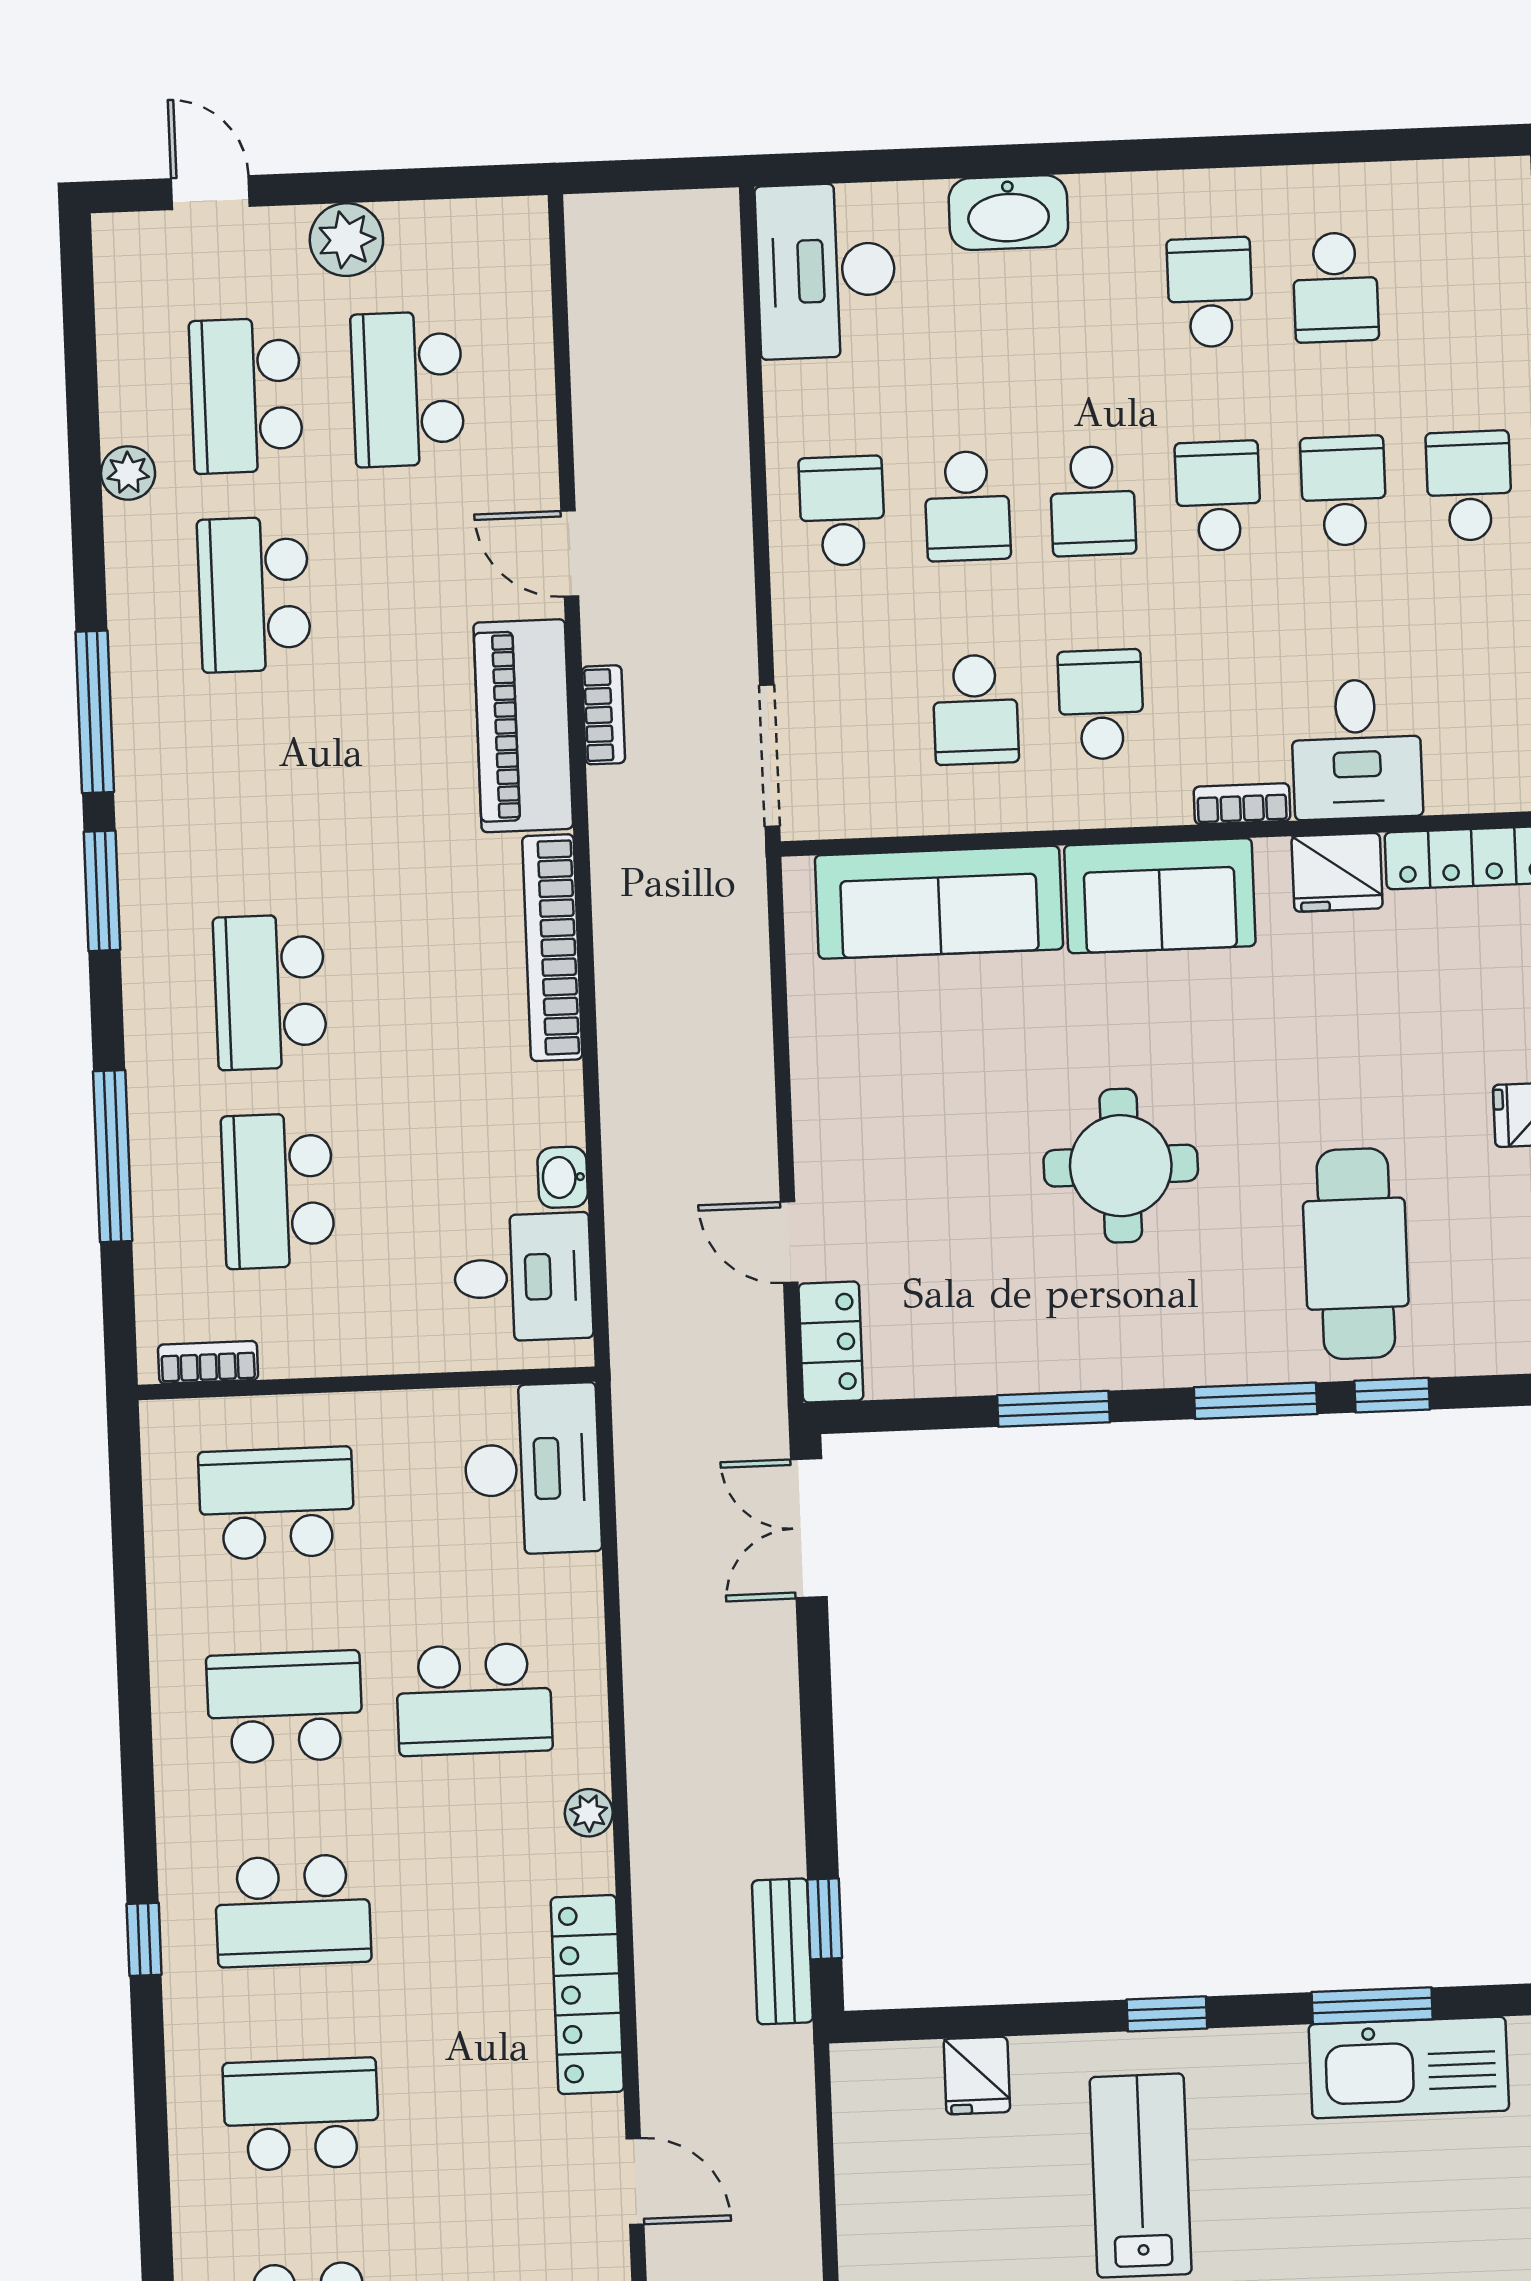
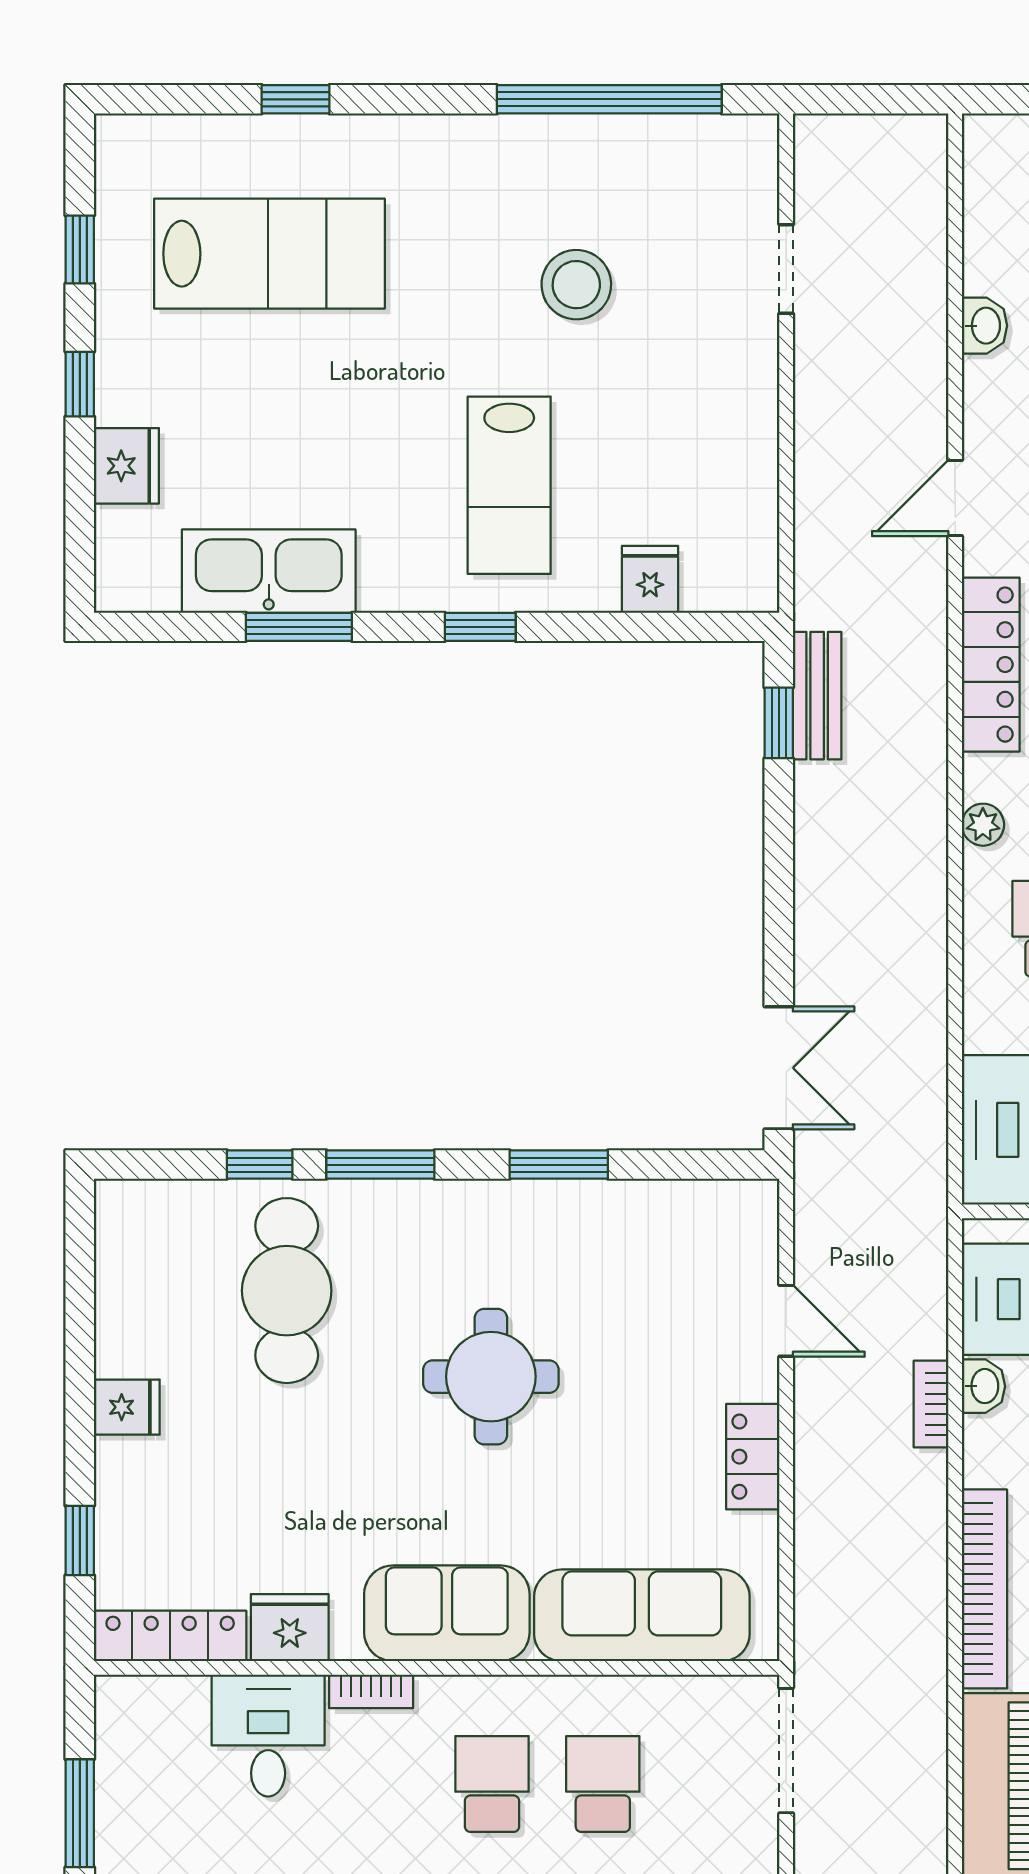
school desk: (1101, 705) -> (492, 1784), turned 180
bookcase: (603, 715) -> (931, 1404), moved
locker: (831, 1342) -> (753, 1457), moved
door: (635, 2181) -> (955, 498), hinge flipped

